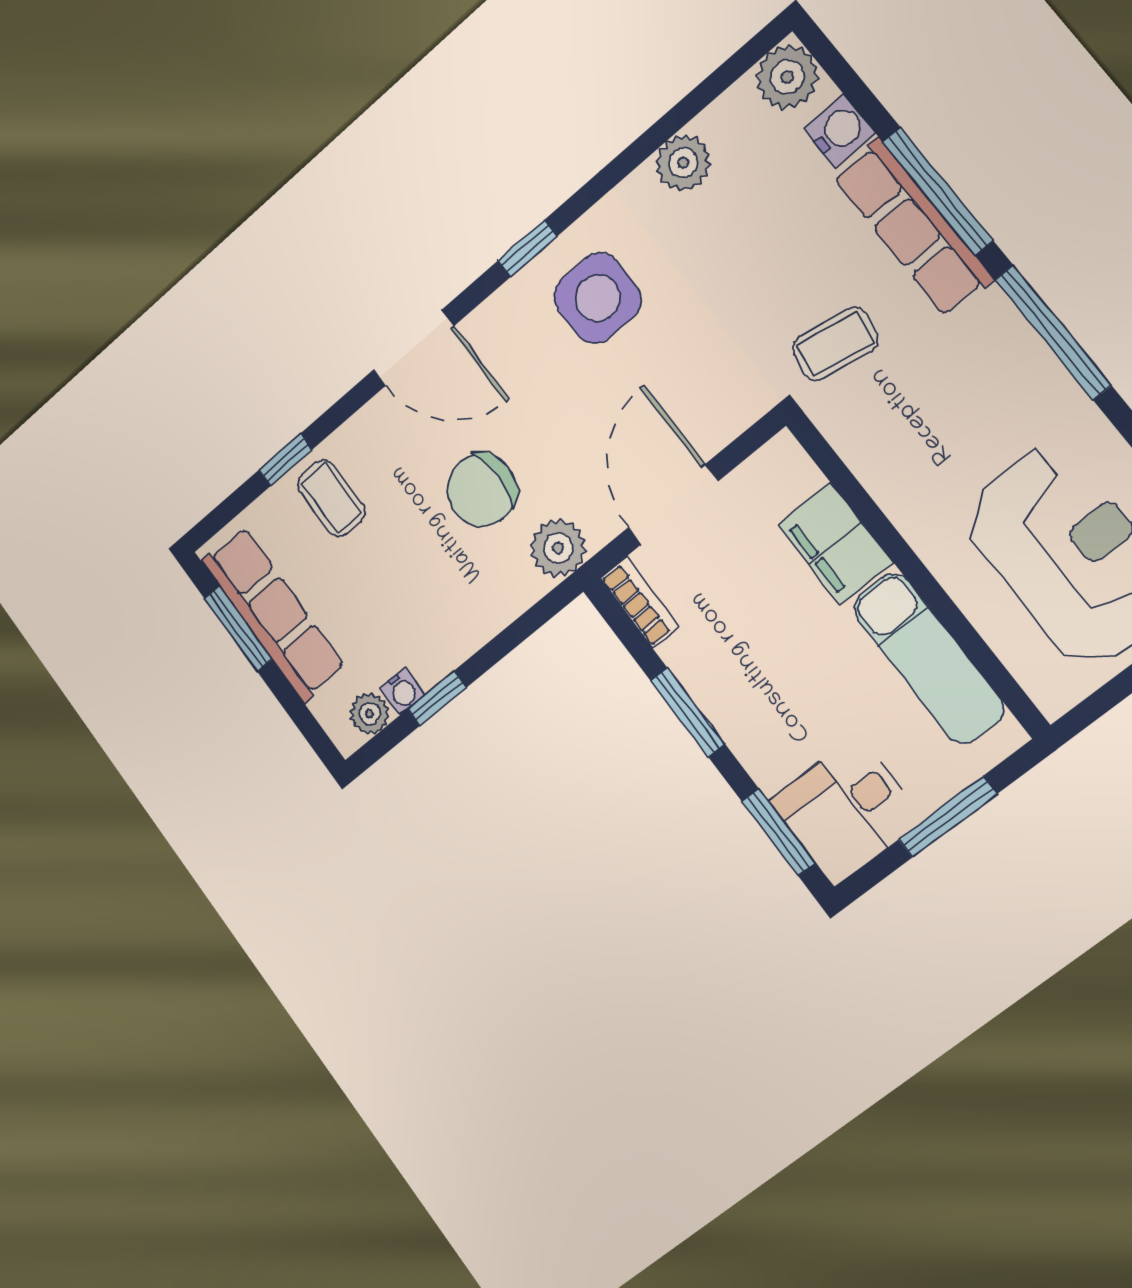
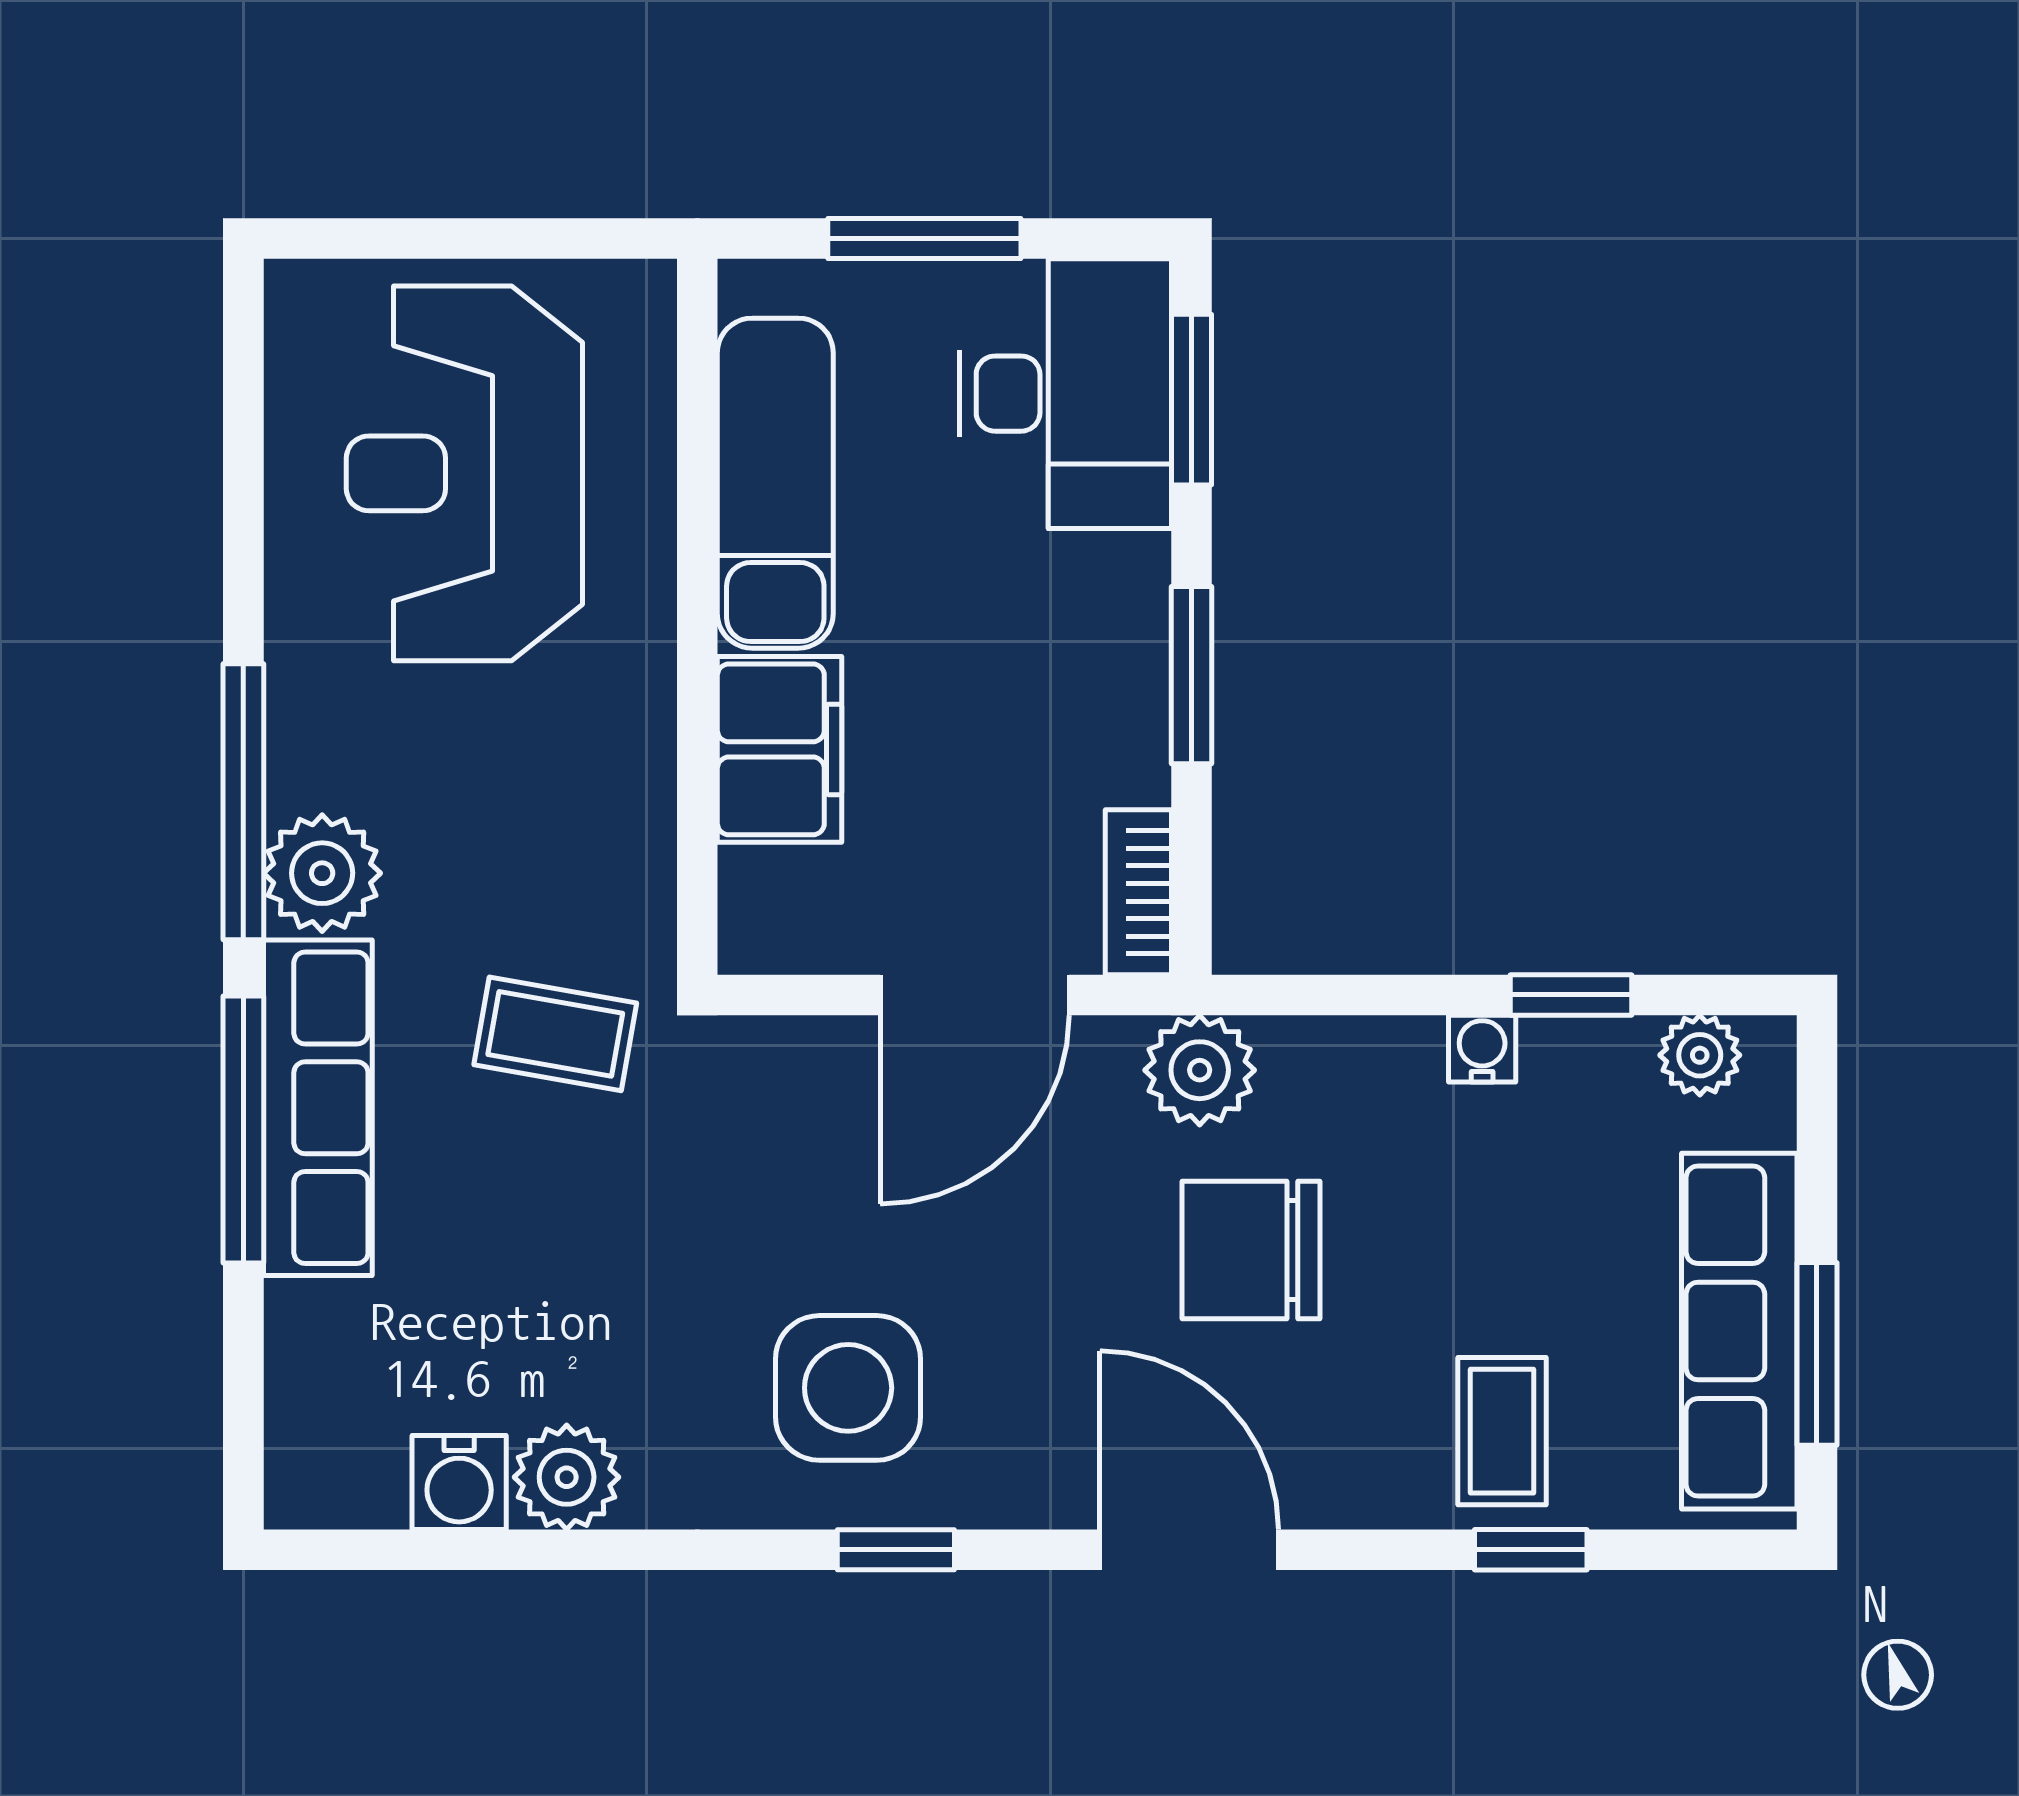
plant: (787, 77) -> (322, 873), moved
water cooler: (839, 131) -> (459, 1483), moved, turned -90
chair: (482, 490) -> (1251, 1250), turned 180
water cooler: (402, 691) -> (1482, 1049), moved
desk: (846, 810) -> (1065, 394), width x1.37

